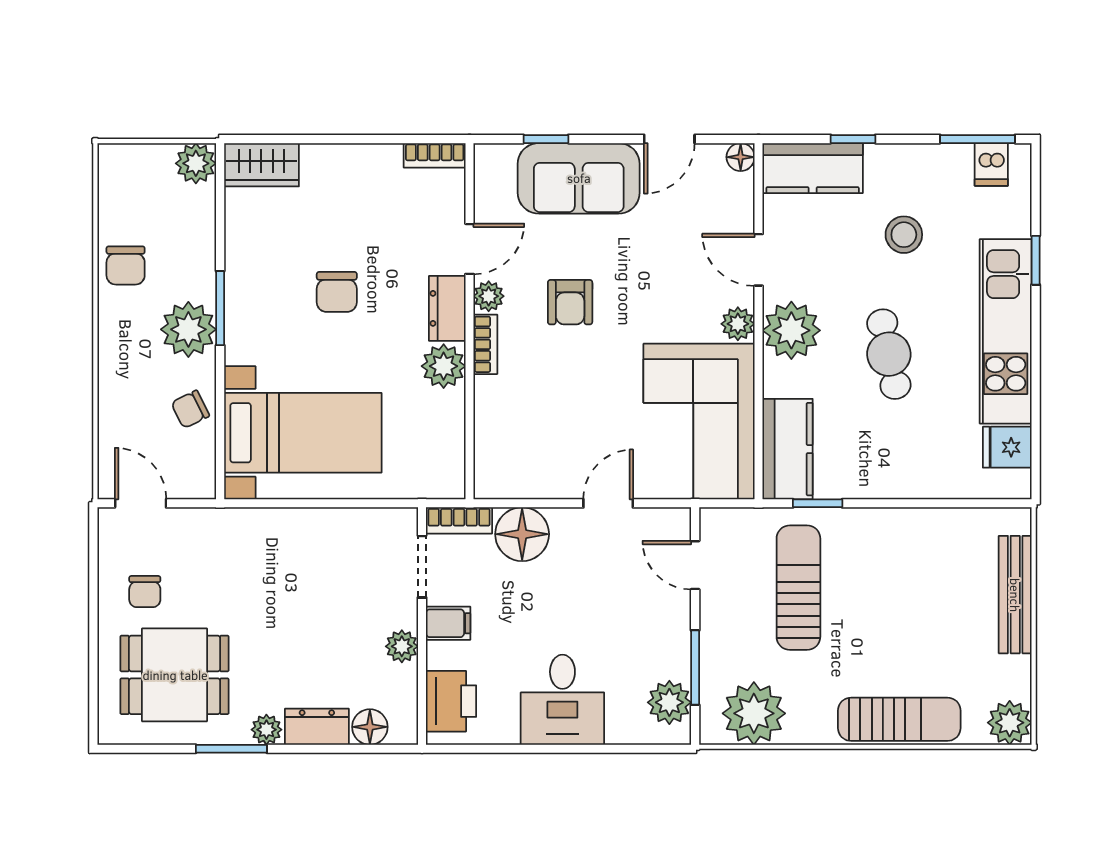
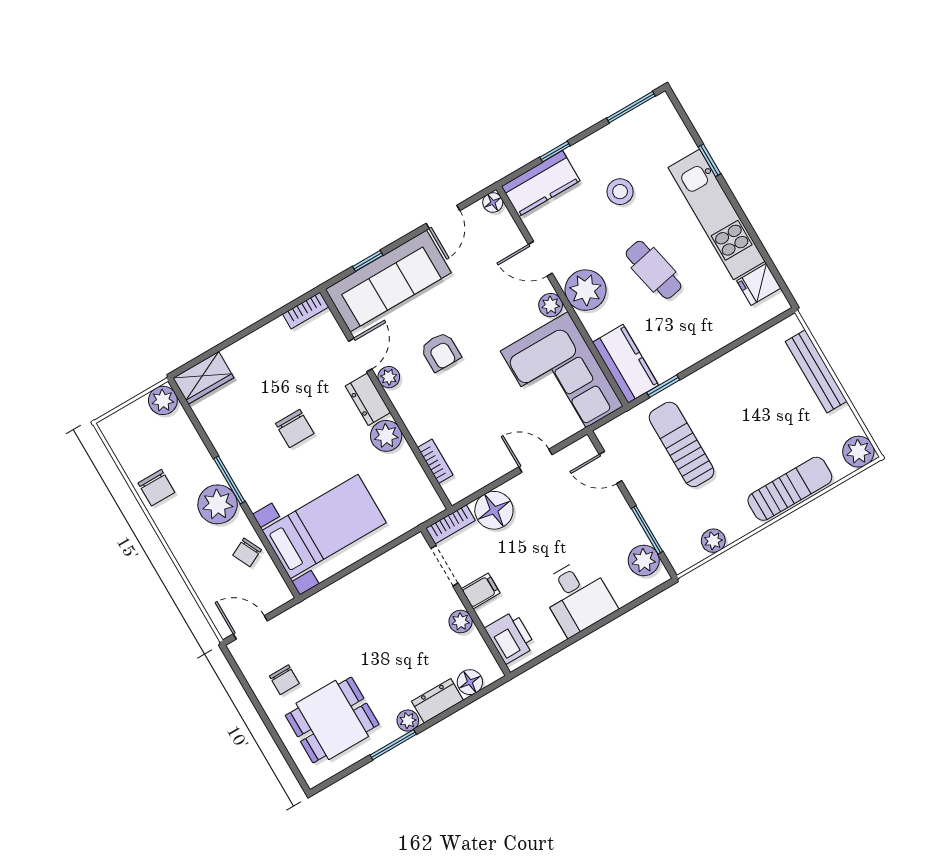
dishwasher: (991, 164) -> (648, 118), removed
sofa: (579, 178) -> (388, 281), width x1.36
bookcase: (485, 344) -> (435, 461), moved
door: (608, 503) -> (535, 461), hinge flipped
plant: (754, 713) -> (713, 541), width x0.53, depth x0.53

